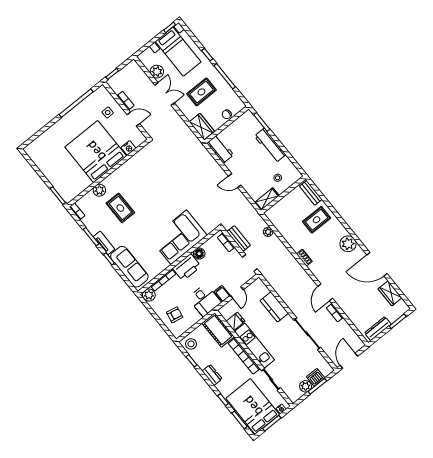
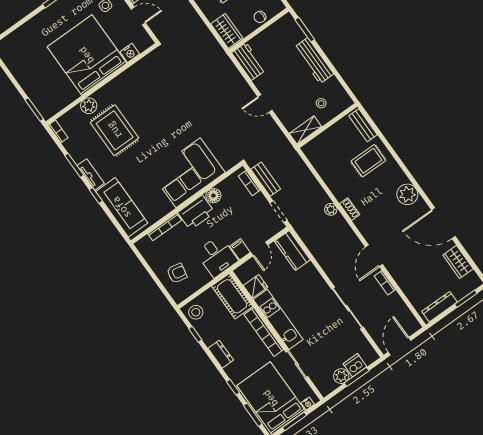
rug: (120, 208) -> (115, 130), width x1.36, depth x1.43
plant: (268, 232) -> (331, 209), moved
plant: (149, 295) -> (145, 245), removed
kitchen counter: (274, 307) -> (292, 250), moved

